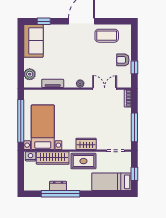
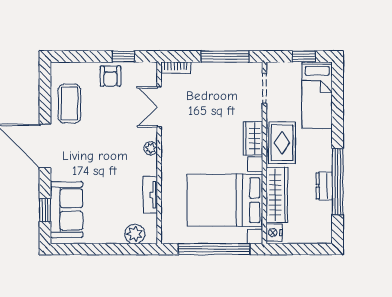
sofa: (33, 41) -> (67, 210), moved, turned 90
bed with nightstands: (43, 127) -> (225, 200), width x1.36

